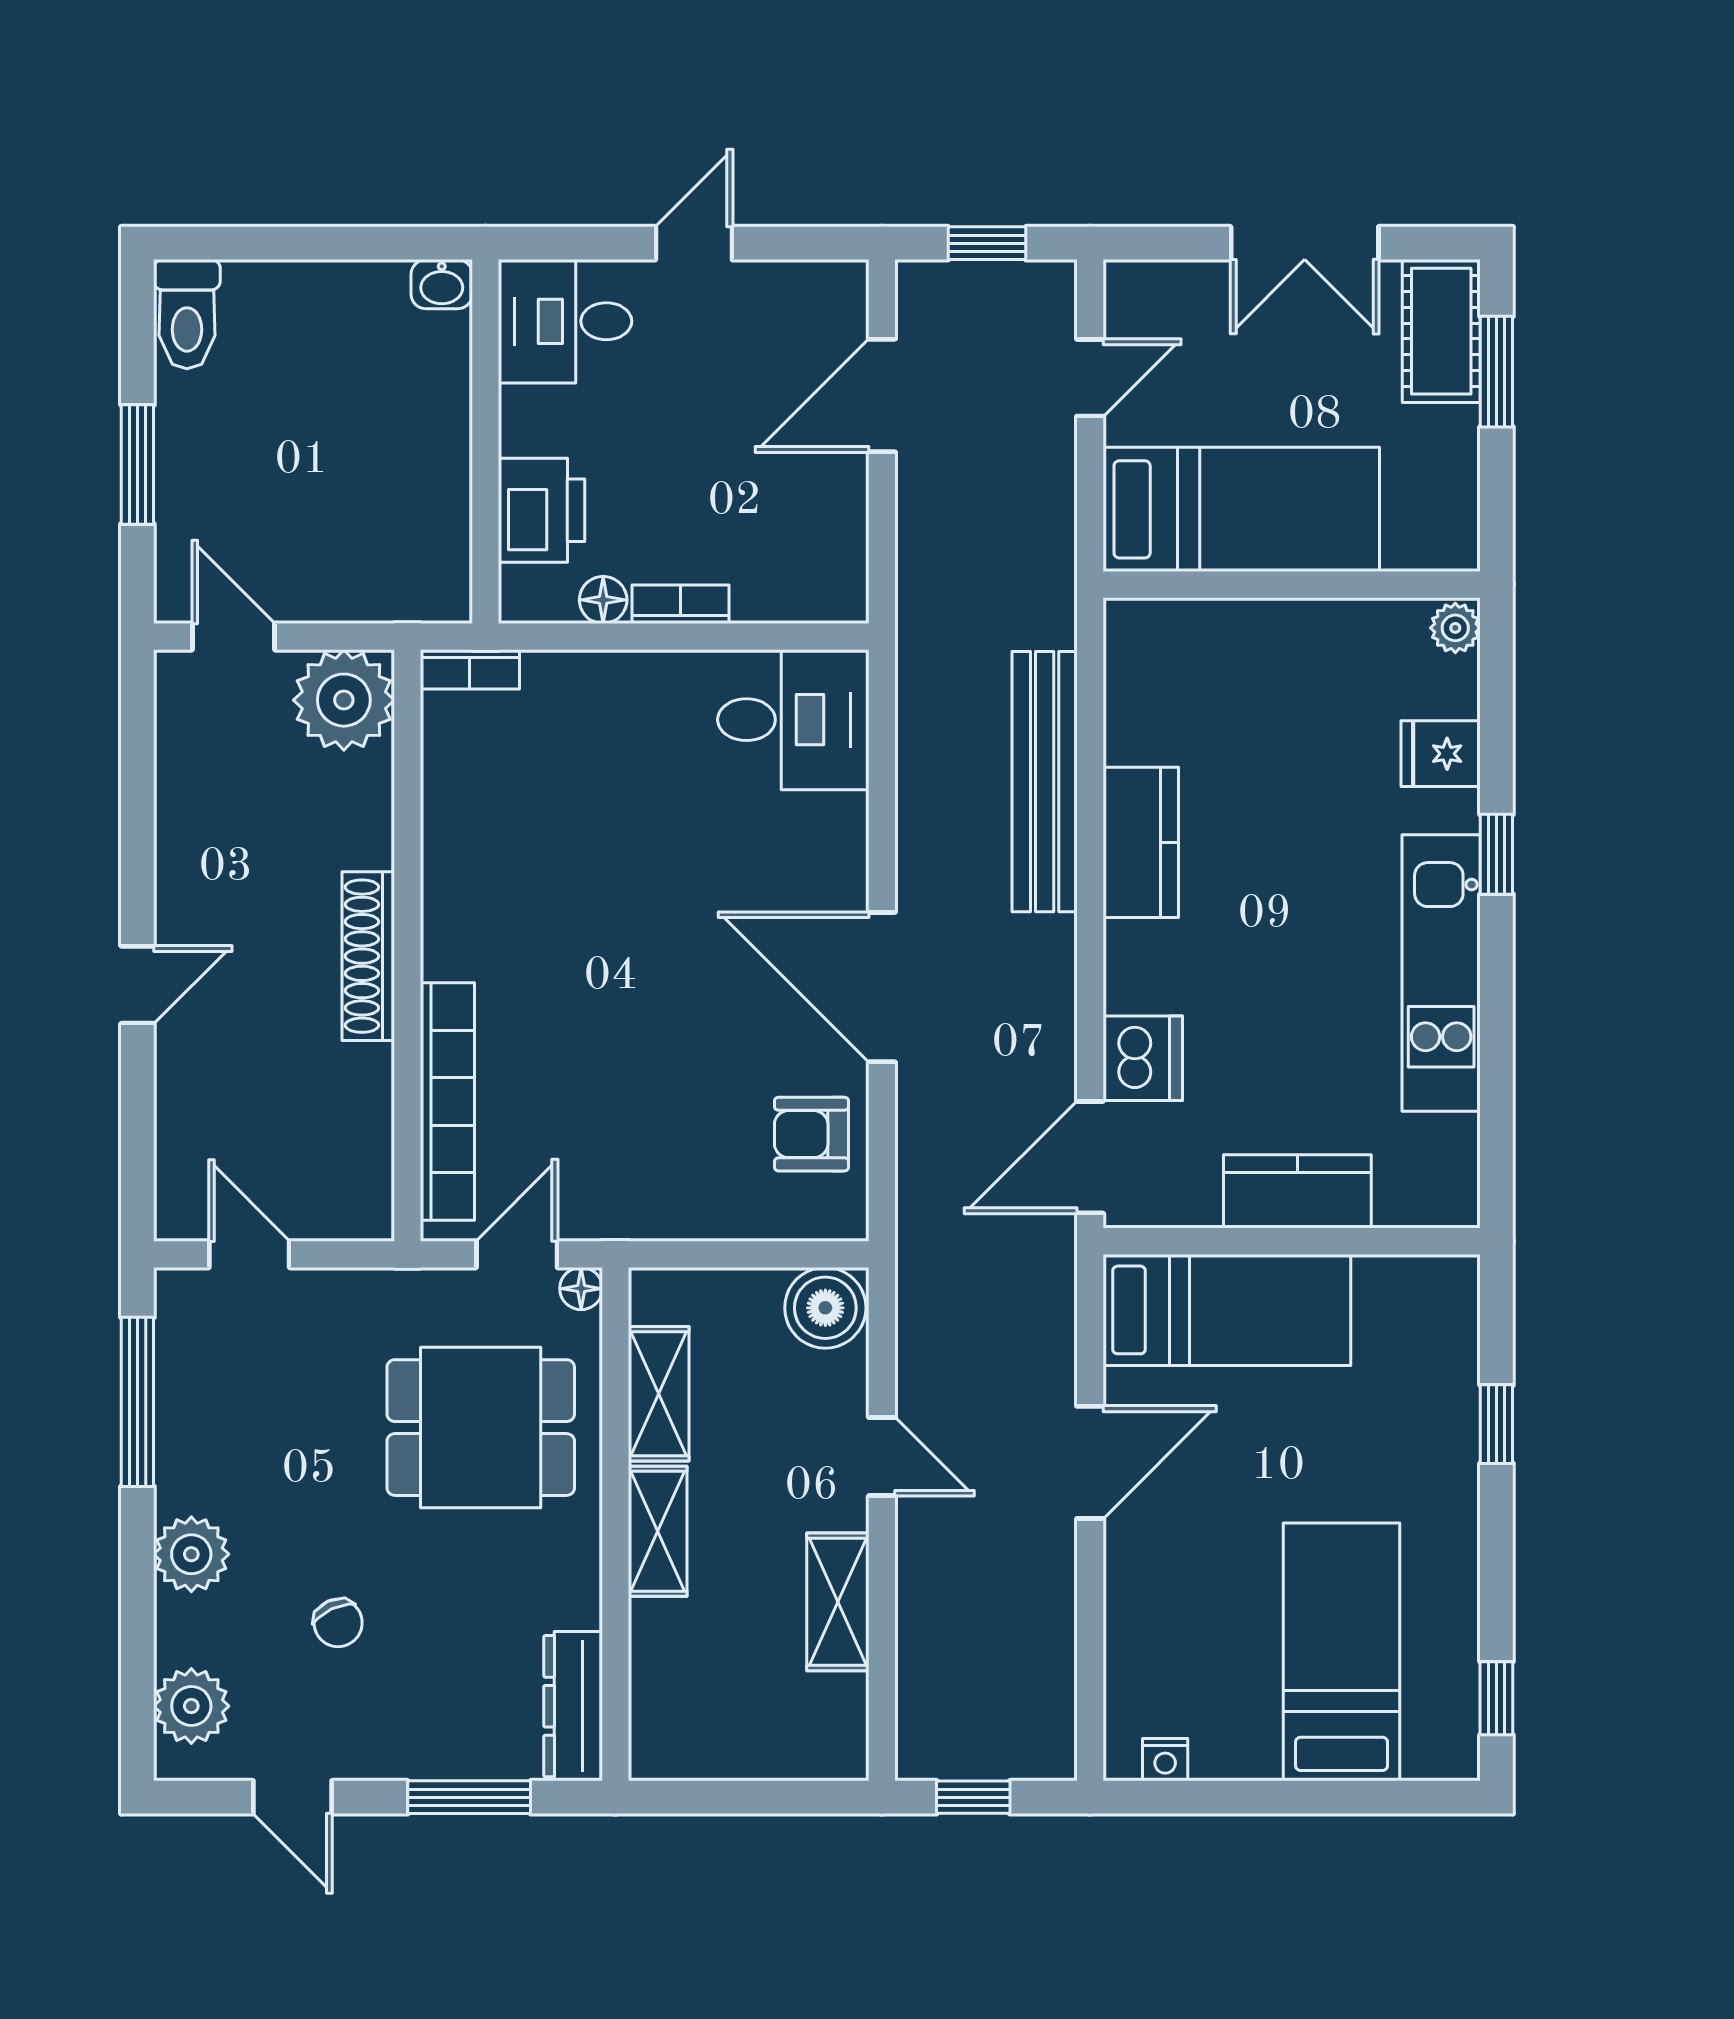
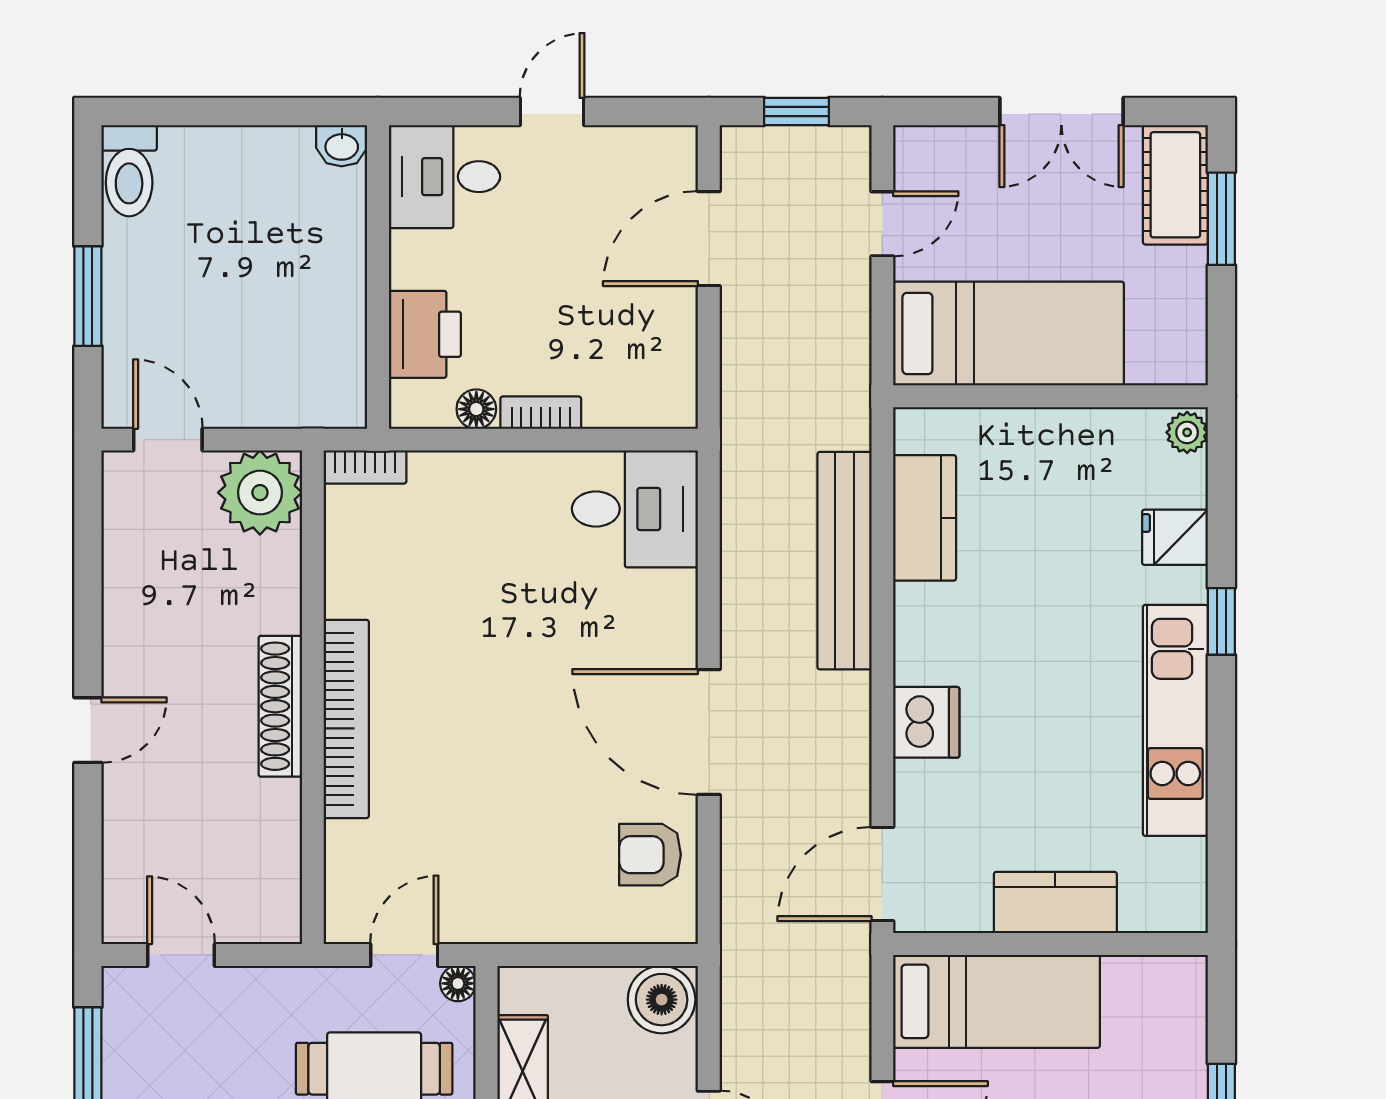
kitchen counter: (1141, 842) -> (925, 518), moved
dishwasher: (1143, 1058) -> (926, 722), moved
bookcase: (447, 1101) -> (346, 719), moved

